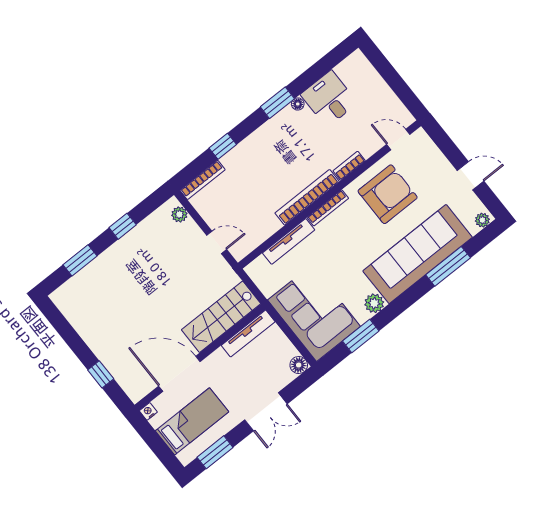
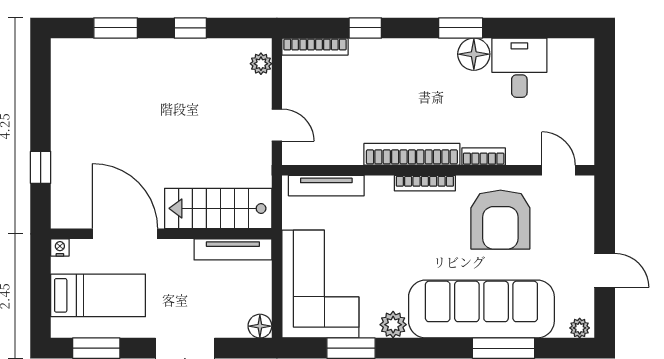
floor lamp: (298, 104) -> (474, 54), width x1.89, depth x1.89
armchair: (388, 194) -> (500, 220), turned 90
tv unit: (289, 241) -> (326, 186), moved

